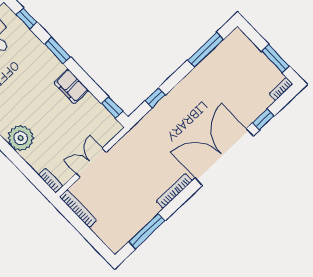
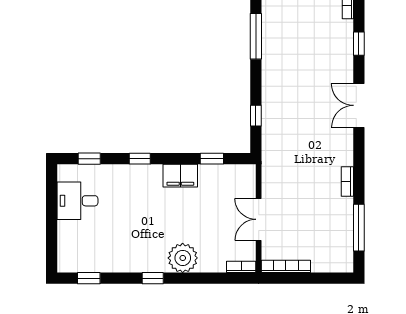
window: (57, 50) -> (140, 159), width x0.67
window: (112, 107) -> (212, 159), moved
double door: (224, 157) -> (359, 105), width x0.54
bookcase: (174, 191) -> (347, 182), width x0.64

